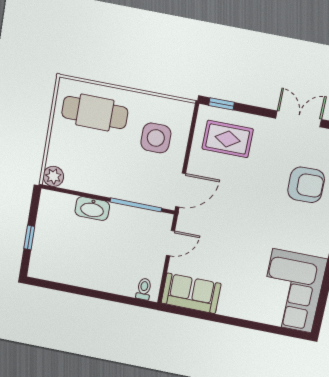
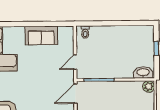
washbasin: (92, 209) -> (143, 72), moved
sofa: (191, 293) -> (41, 35), moved

